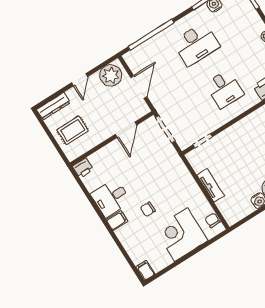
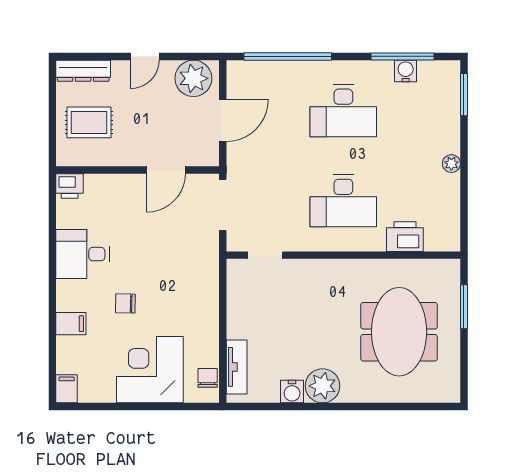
desk: (224, 89) -> (343, 201), width x1.37
tv unit: (211, 185) -> (237, 367), moved
filing cabinet: (117, 221) -> (71, 324), moved

